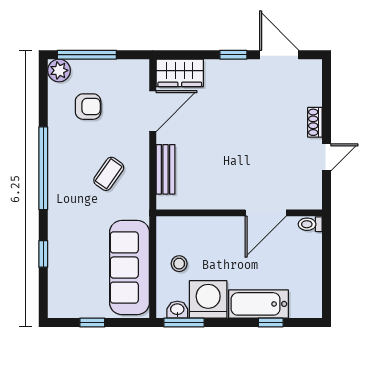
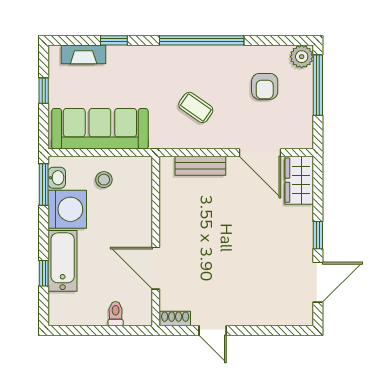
shoe rack: (315, 122) -> (175, 319), moved
toilet: (310, 224) -> (116, 314), moved
fireplace: (57, 283) -> (84, 54), added

